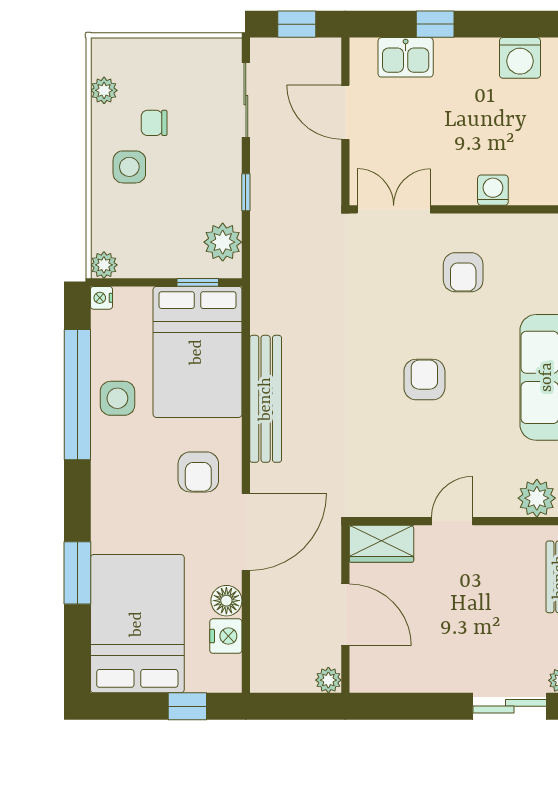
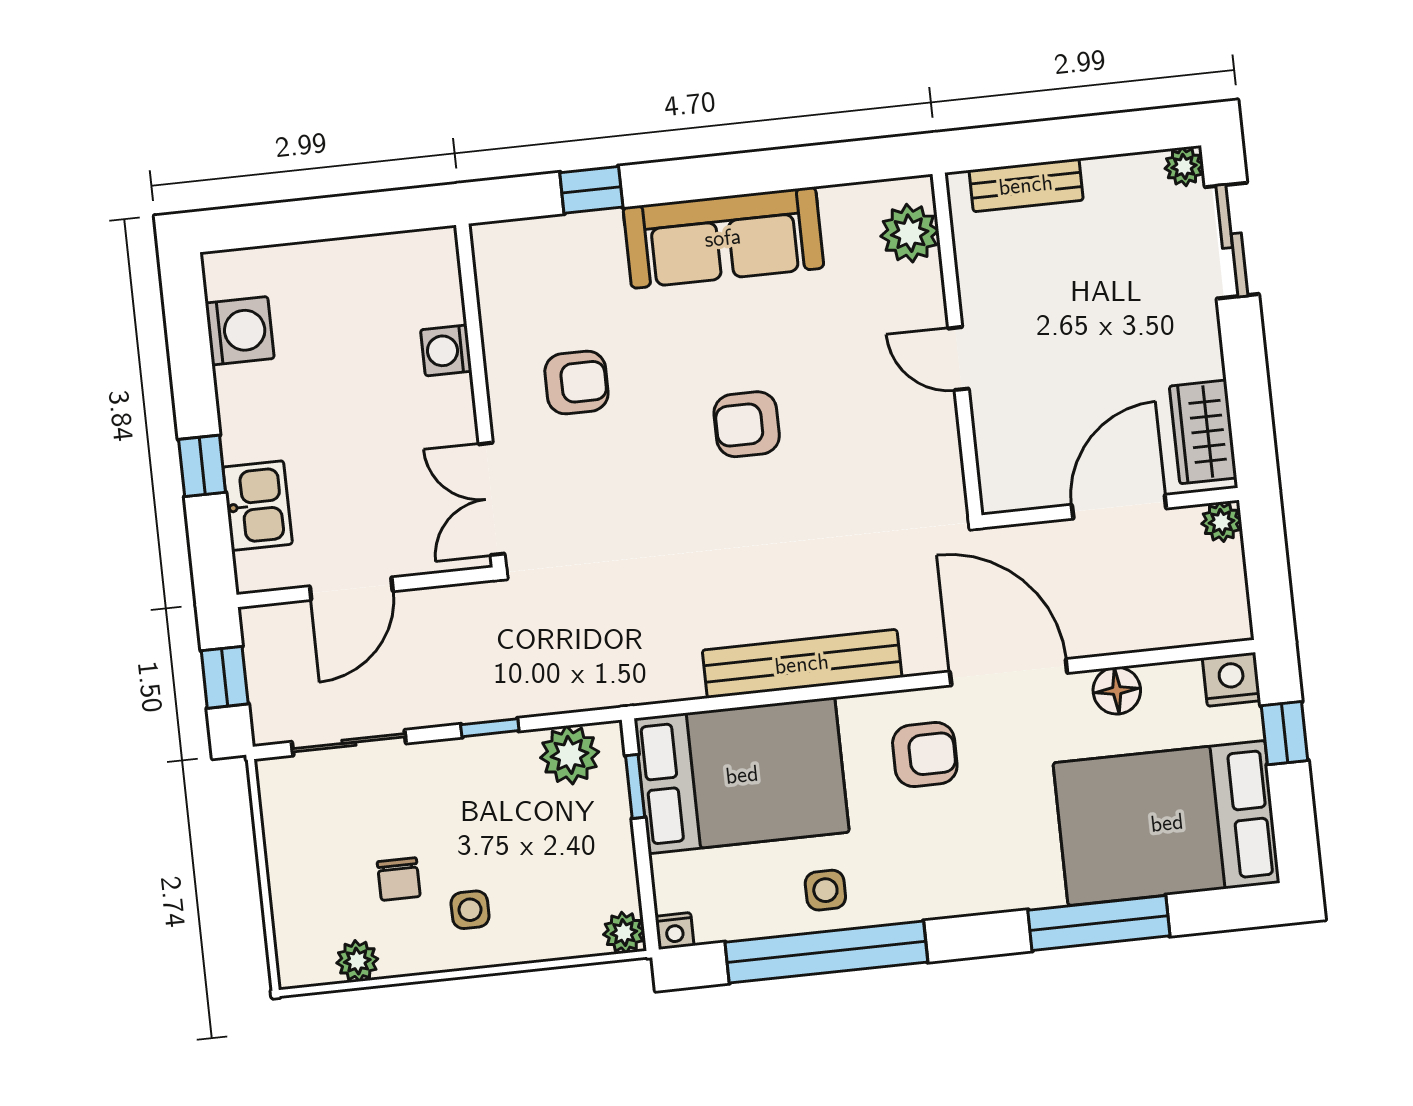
side table: (129, 167) -> (470, 910), width x0.73, depth x0.73
side table: (117, 398) -> (825, 890), width x0.73, depth x0.73
wardrobe: (381, 544) -> (1203, 432), moved, turned 180
window: (77, 573) -> (1099, 923), width x1.44
nightstand: (226, 636) -> (1231, 679), moved

